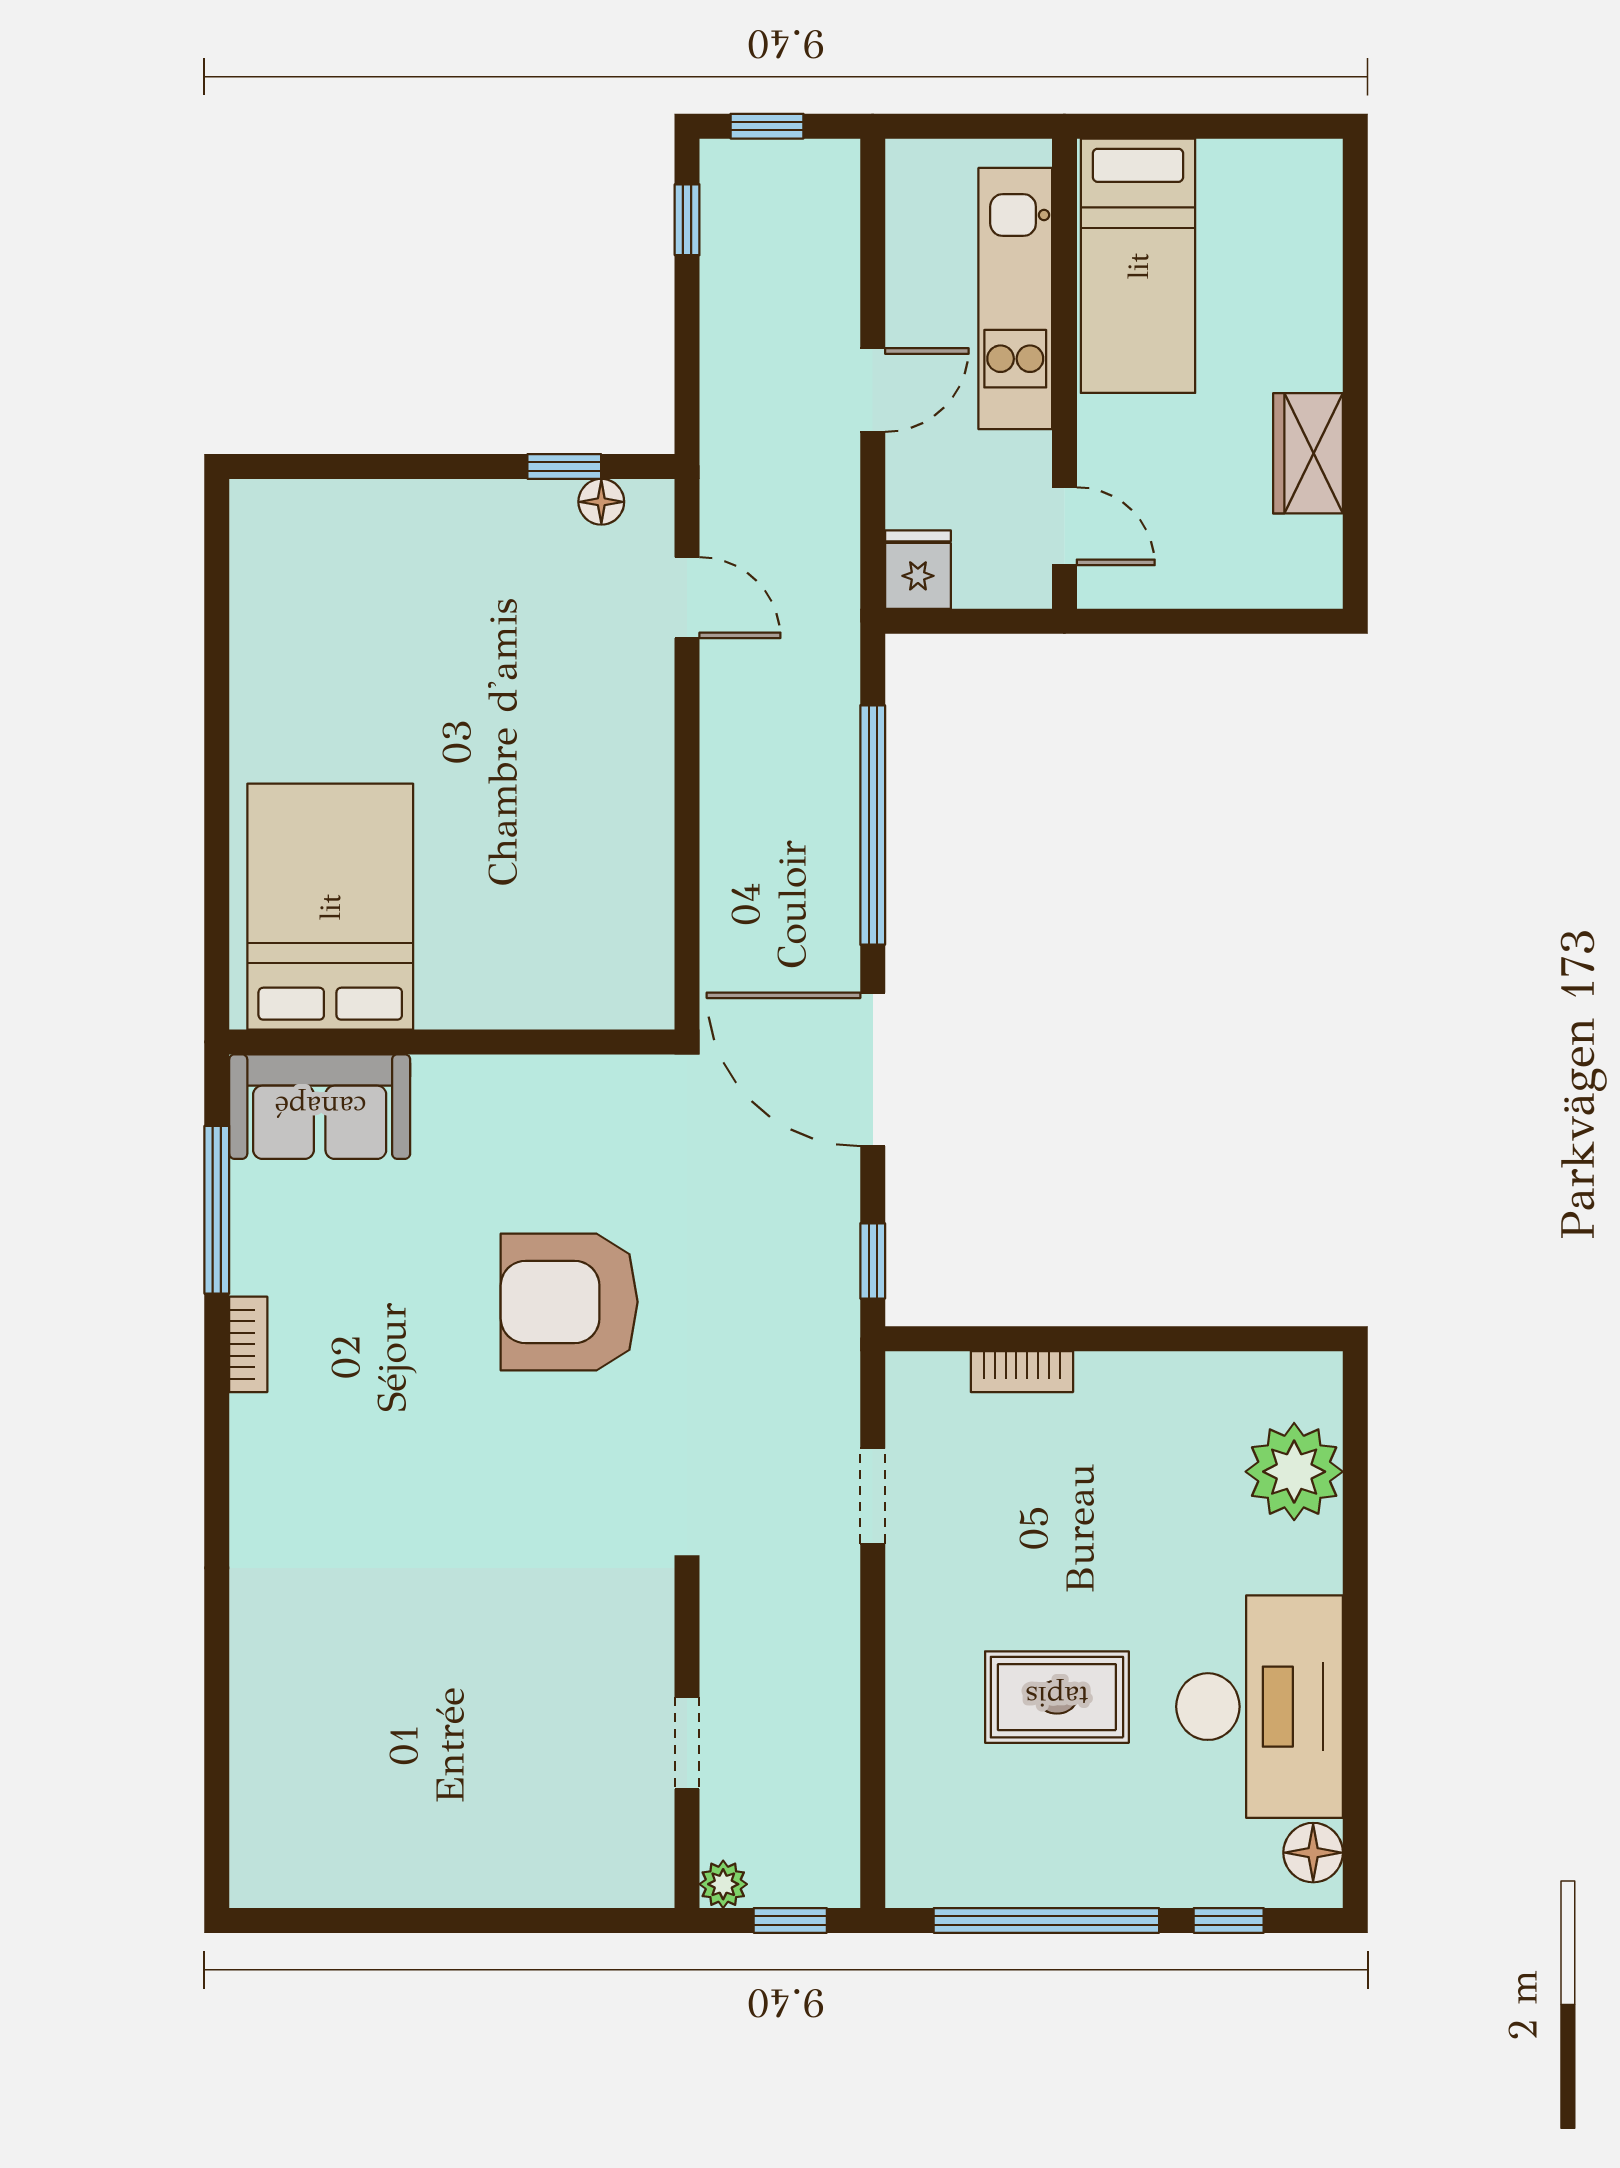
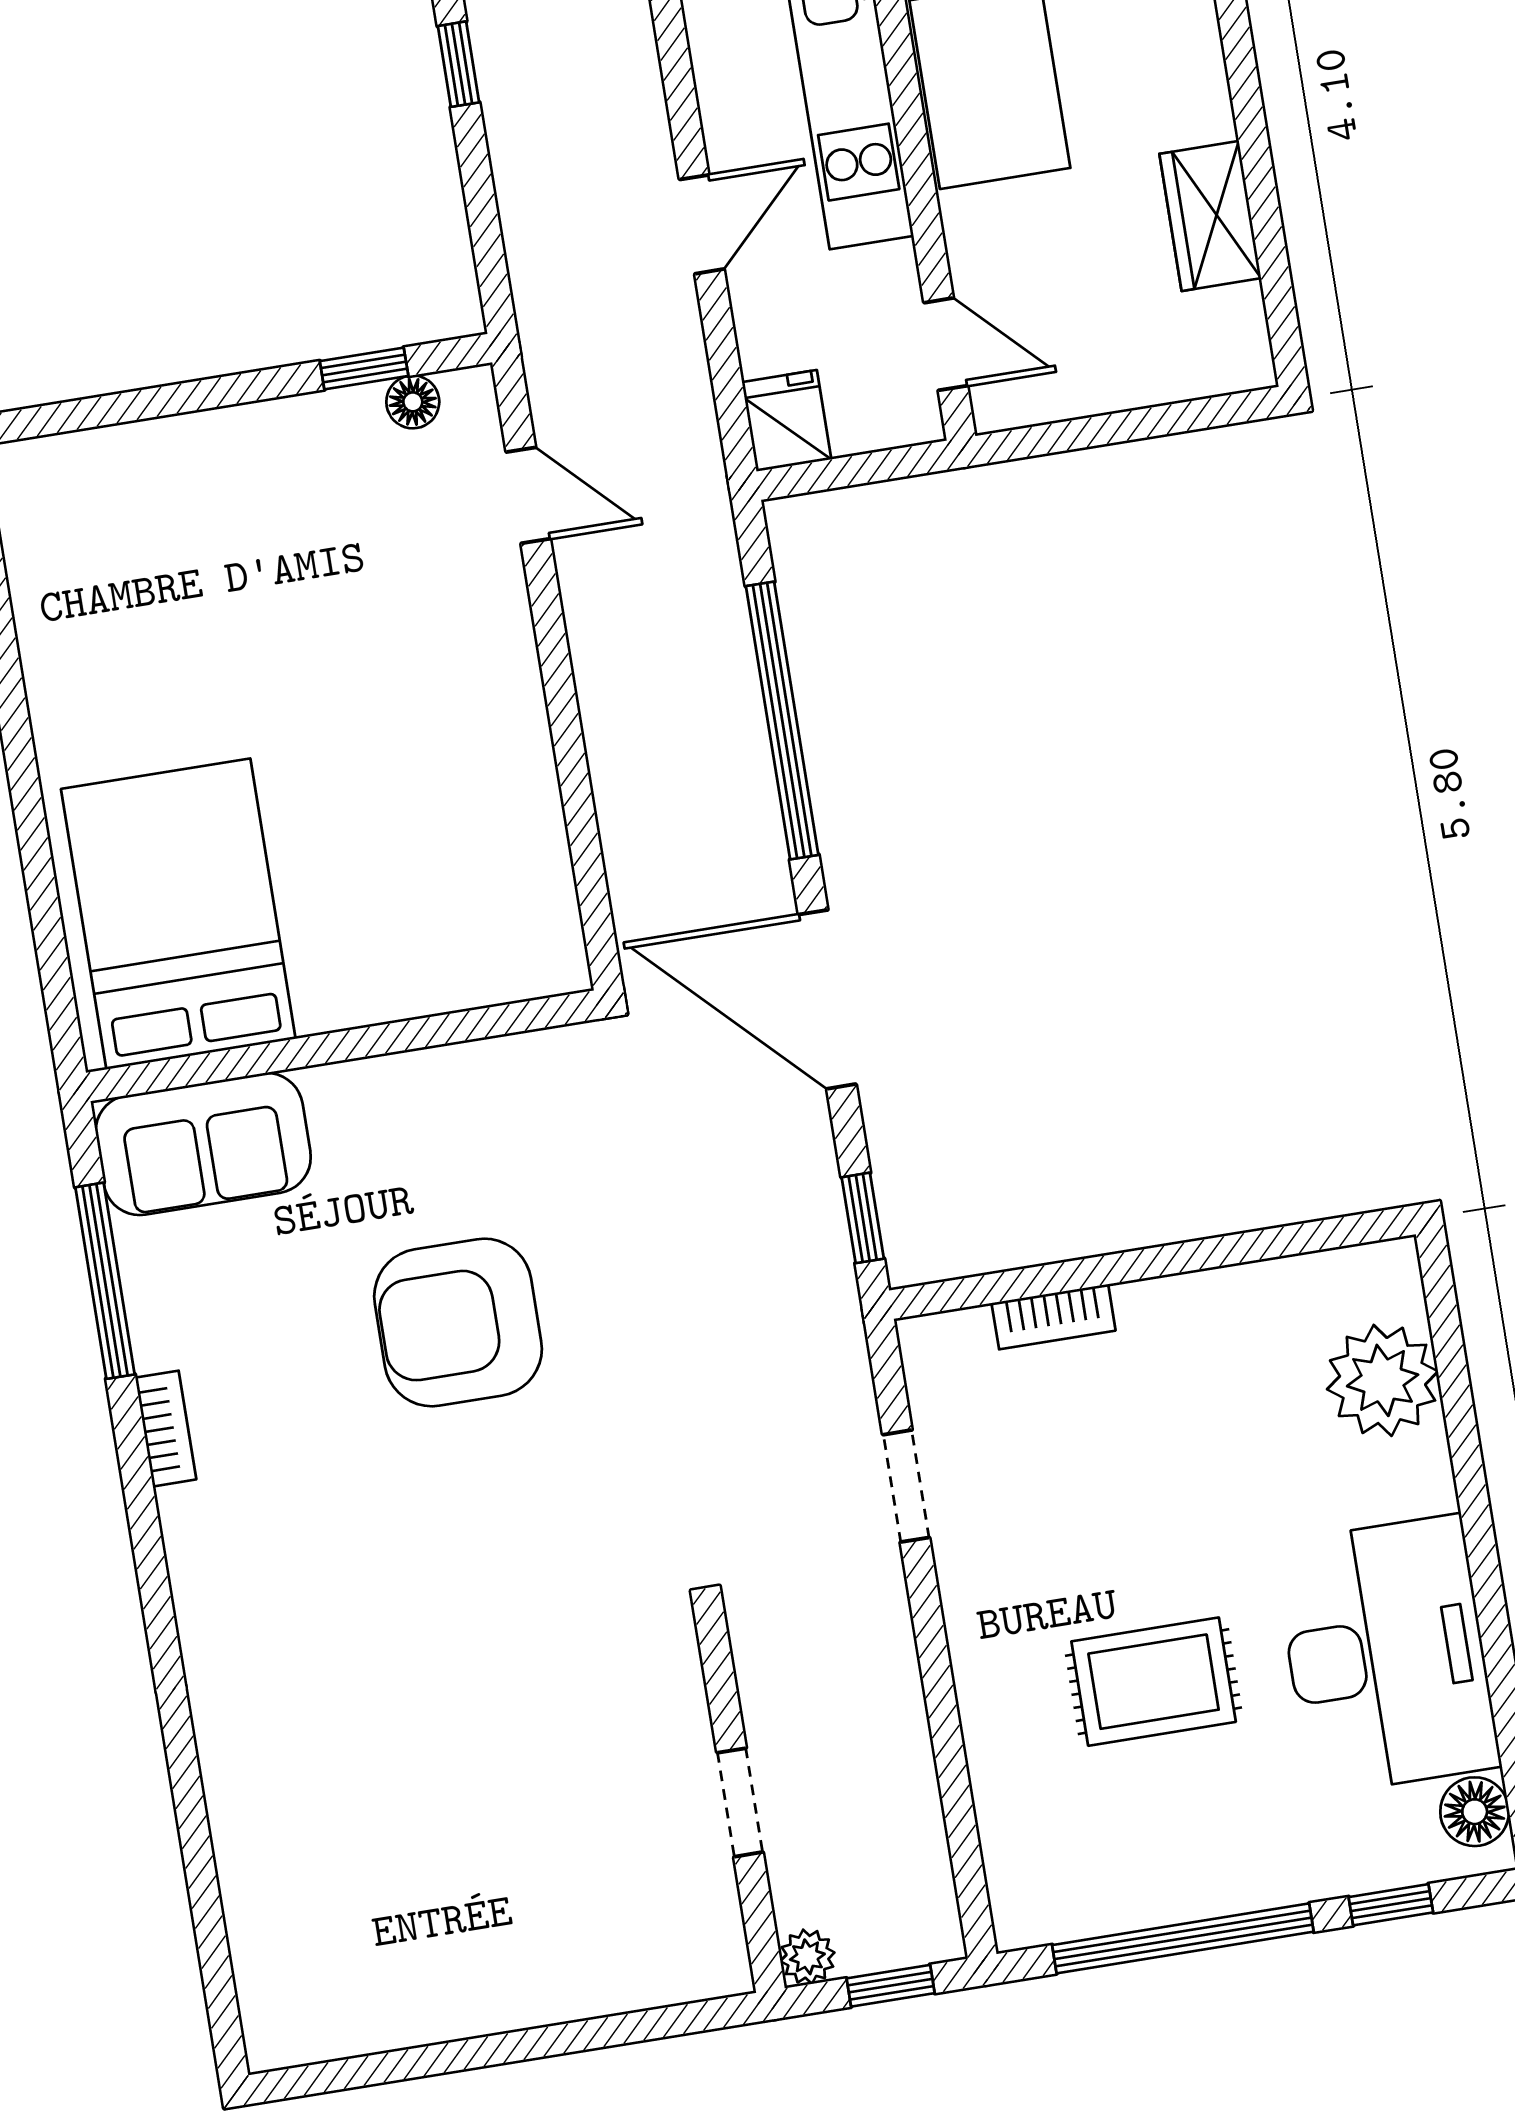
armchair: (569, 1302) -> (458, 1322), moved

